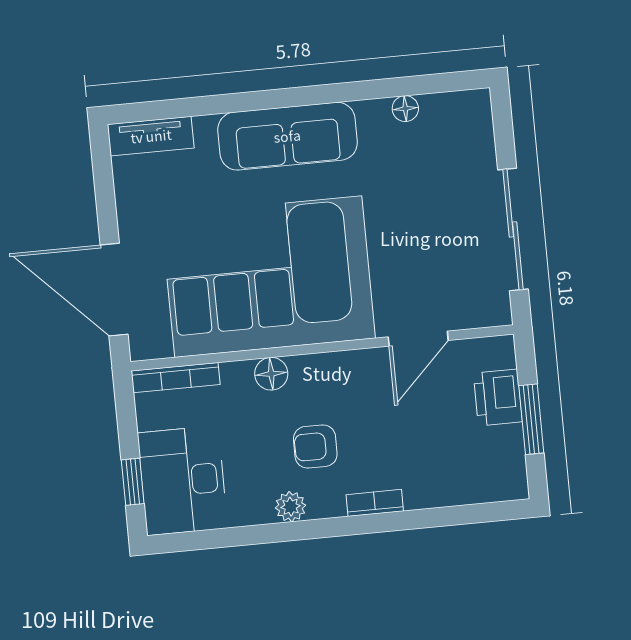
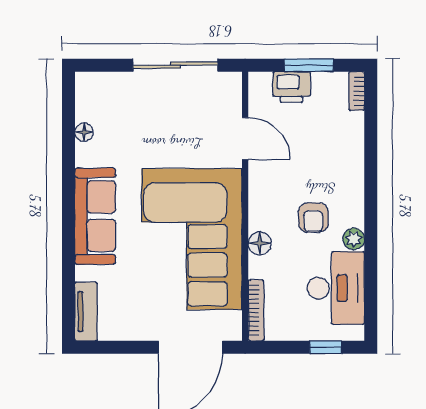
desk: (183, 480) -> (336, 288), moved, turned -90
bookcase: (375, 503) -> (357, 91), moved

